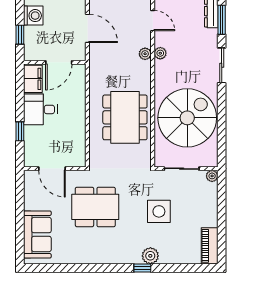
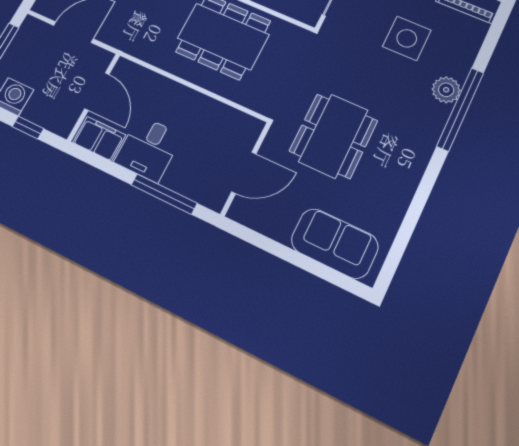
window: (20, 131) -> (164, 194), width x2.17
side table: (159, 211) -> (407, 38), moved
window: (142, 268) -> (460, 109), width x3.17

